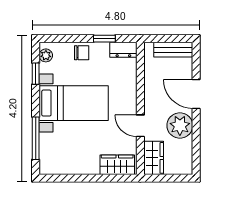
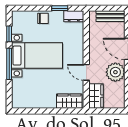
plant: (46, 55) -> (17, 20), removed
window: (36, 138) -> (9, 64), moved

